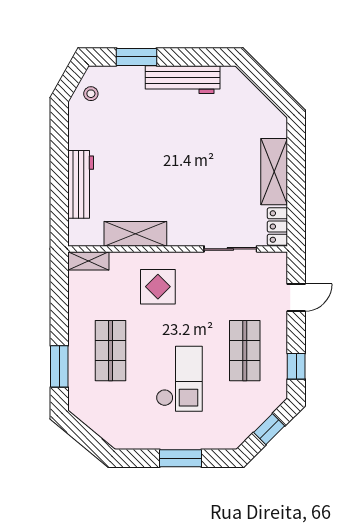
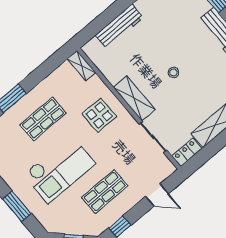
stool: (179, 168) -> (173, 72), added
shelving: (135, 234) -> (134, 98), moved
checkout: (179, 379) -> (59, 169), width x1.36, depth x1.21

